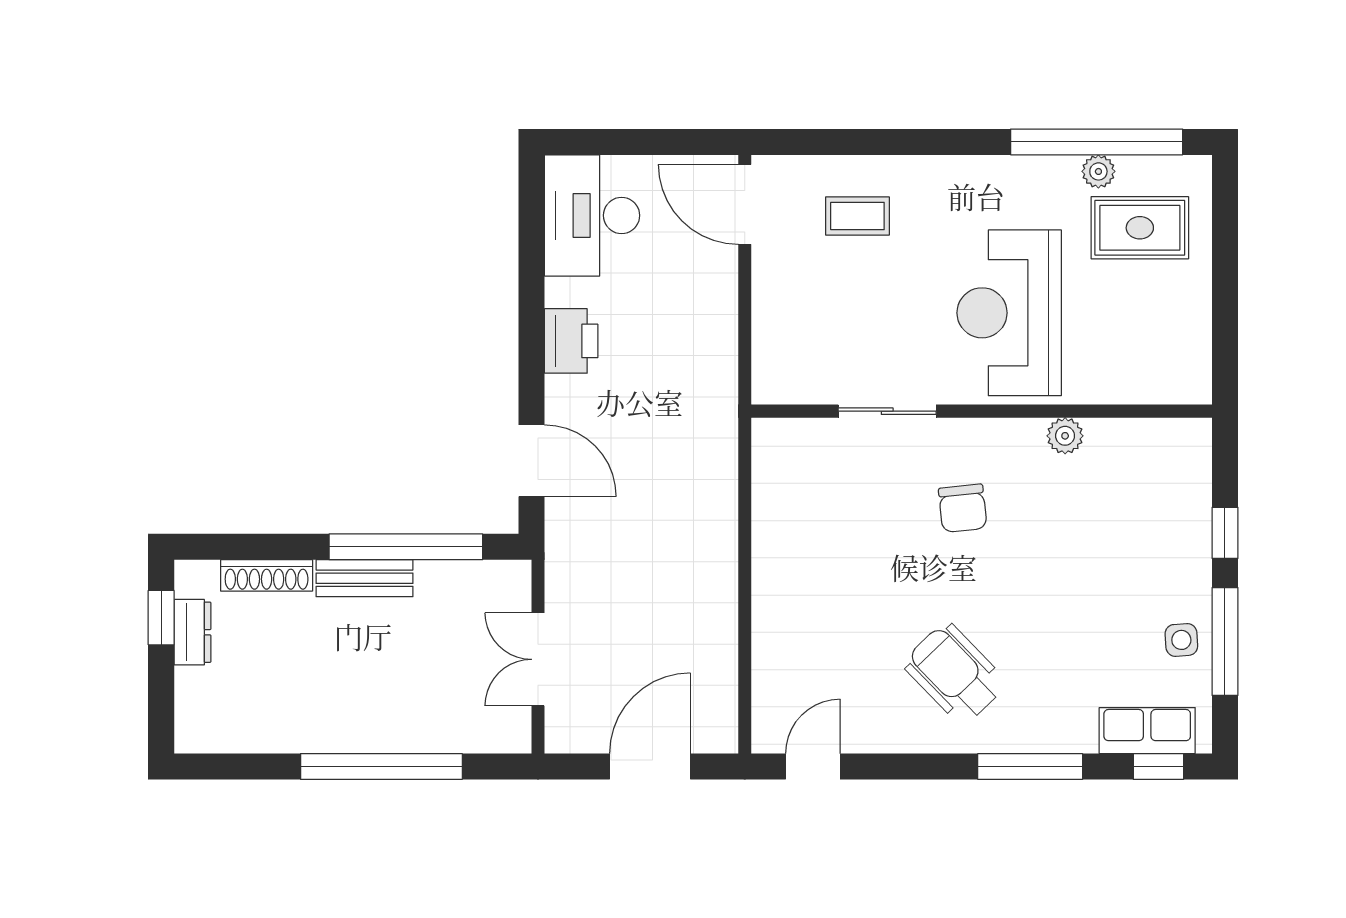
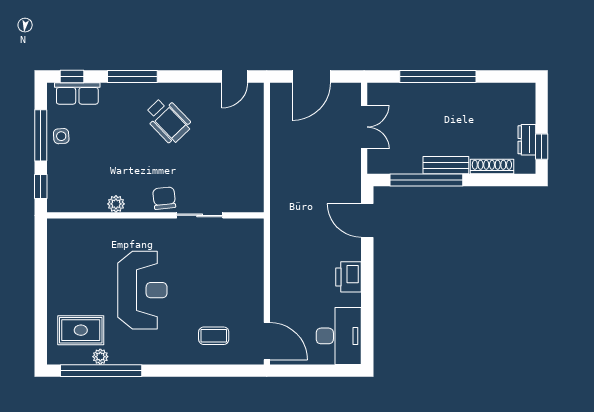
sliding door: (887, 411) -> (200, 215), moved
wall: (982, 411) -> (155, 215), moved
plant: (1065, 436) -> (116, 204), moved

